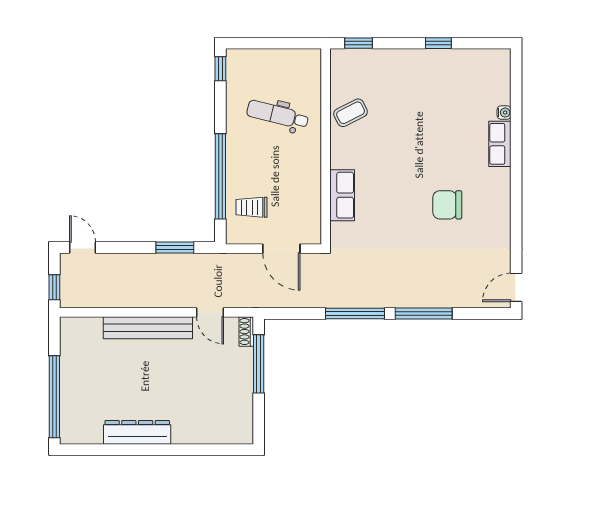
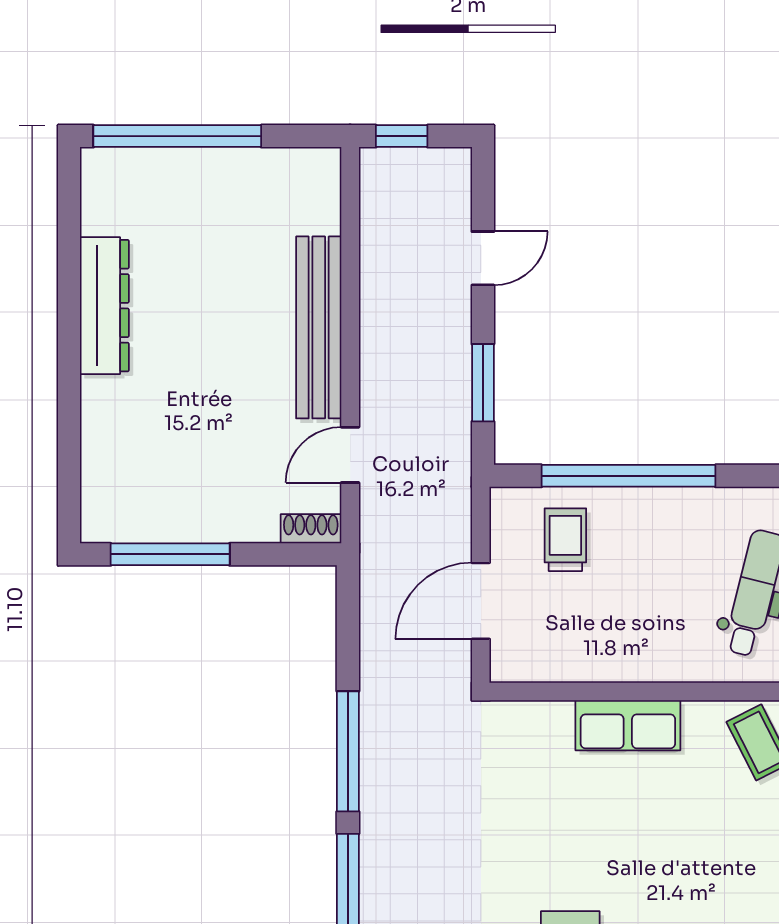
row of seats: (342, 195) -> (628, 725), moved
door: (82, 247) -> (483, 258), moved
window: (259, 364) -> (170, 554), moved

